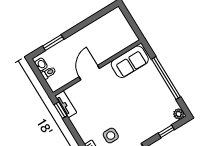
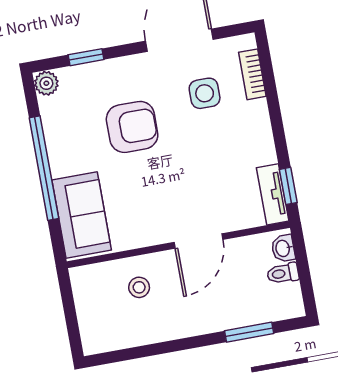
stool: (107, 44) -> (139, 287), added
sofa: (130, 62) -> (82, 215), moved, turned 90
washbasin: (41, 64) -> (283, 248), moved
armchair: (136, 110) -> (132, 127), added

